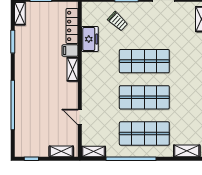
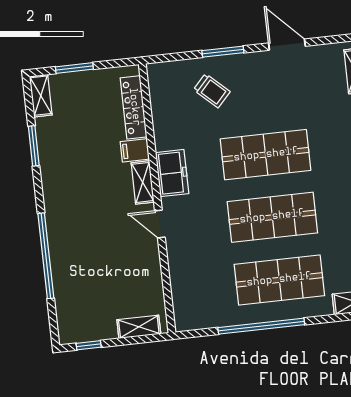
freezer: (90, 39) -> (172, 173), moved
door: (80, 117) -> (160, 224), moved
shelving: (93, 152) -> (195, 321), removed

